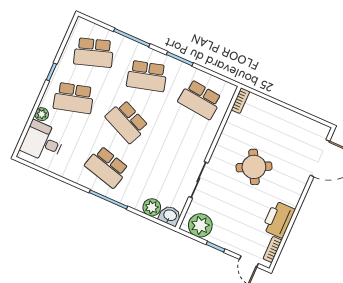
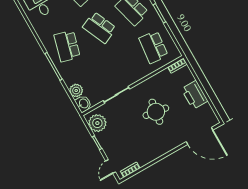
school desk: (127, 122) -> (99, 28), turned -48
round table: (254, 167) -> (156, 112), turned 36
printer: (278, 219) -> (195, 95), moved, turned -90

